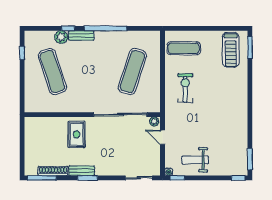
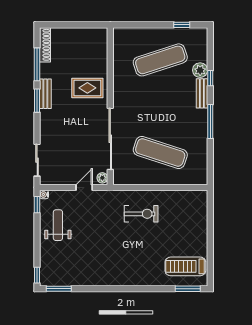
window: (106, 28) -> (210, 122), width x0.68
exercise mat: (184, 48) -> (187, 212), removed
shoe rack: (53, 171) -> (45, 45), moved
window: (42, 178) -> (37, 64), moved

